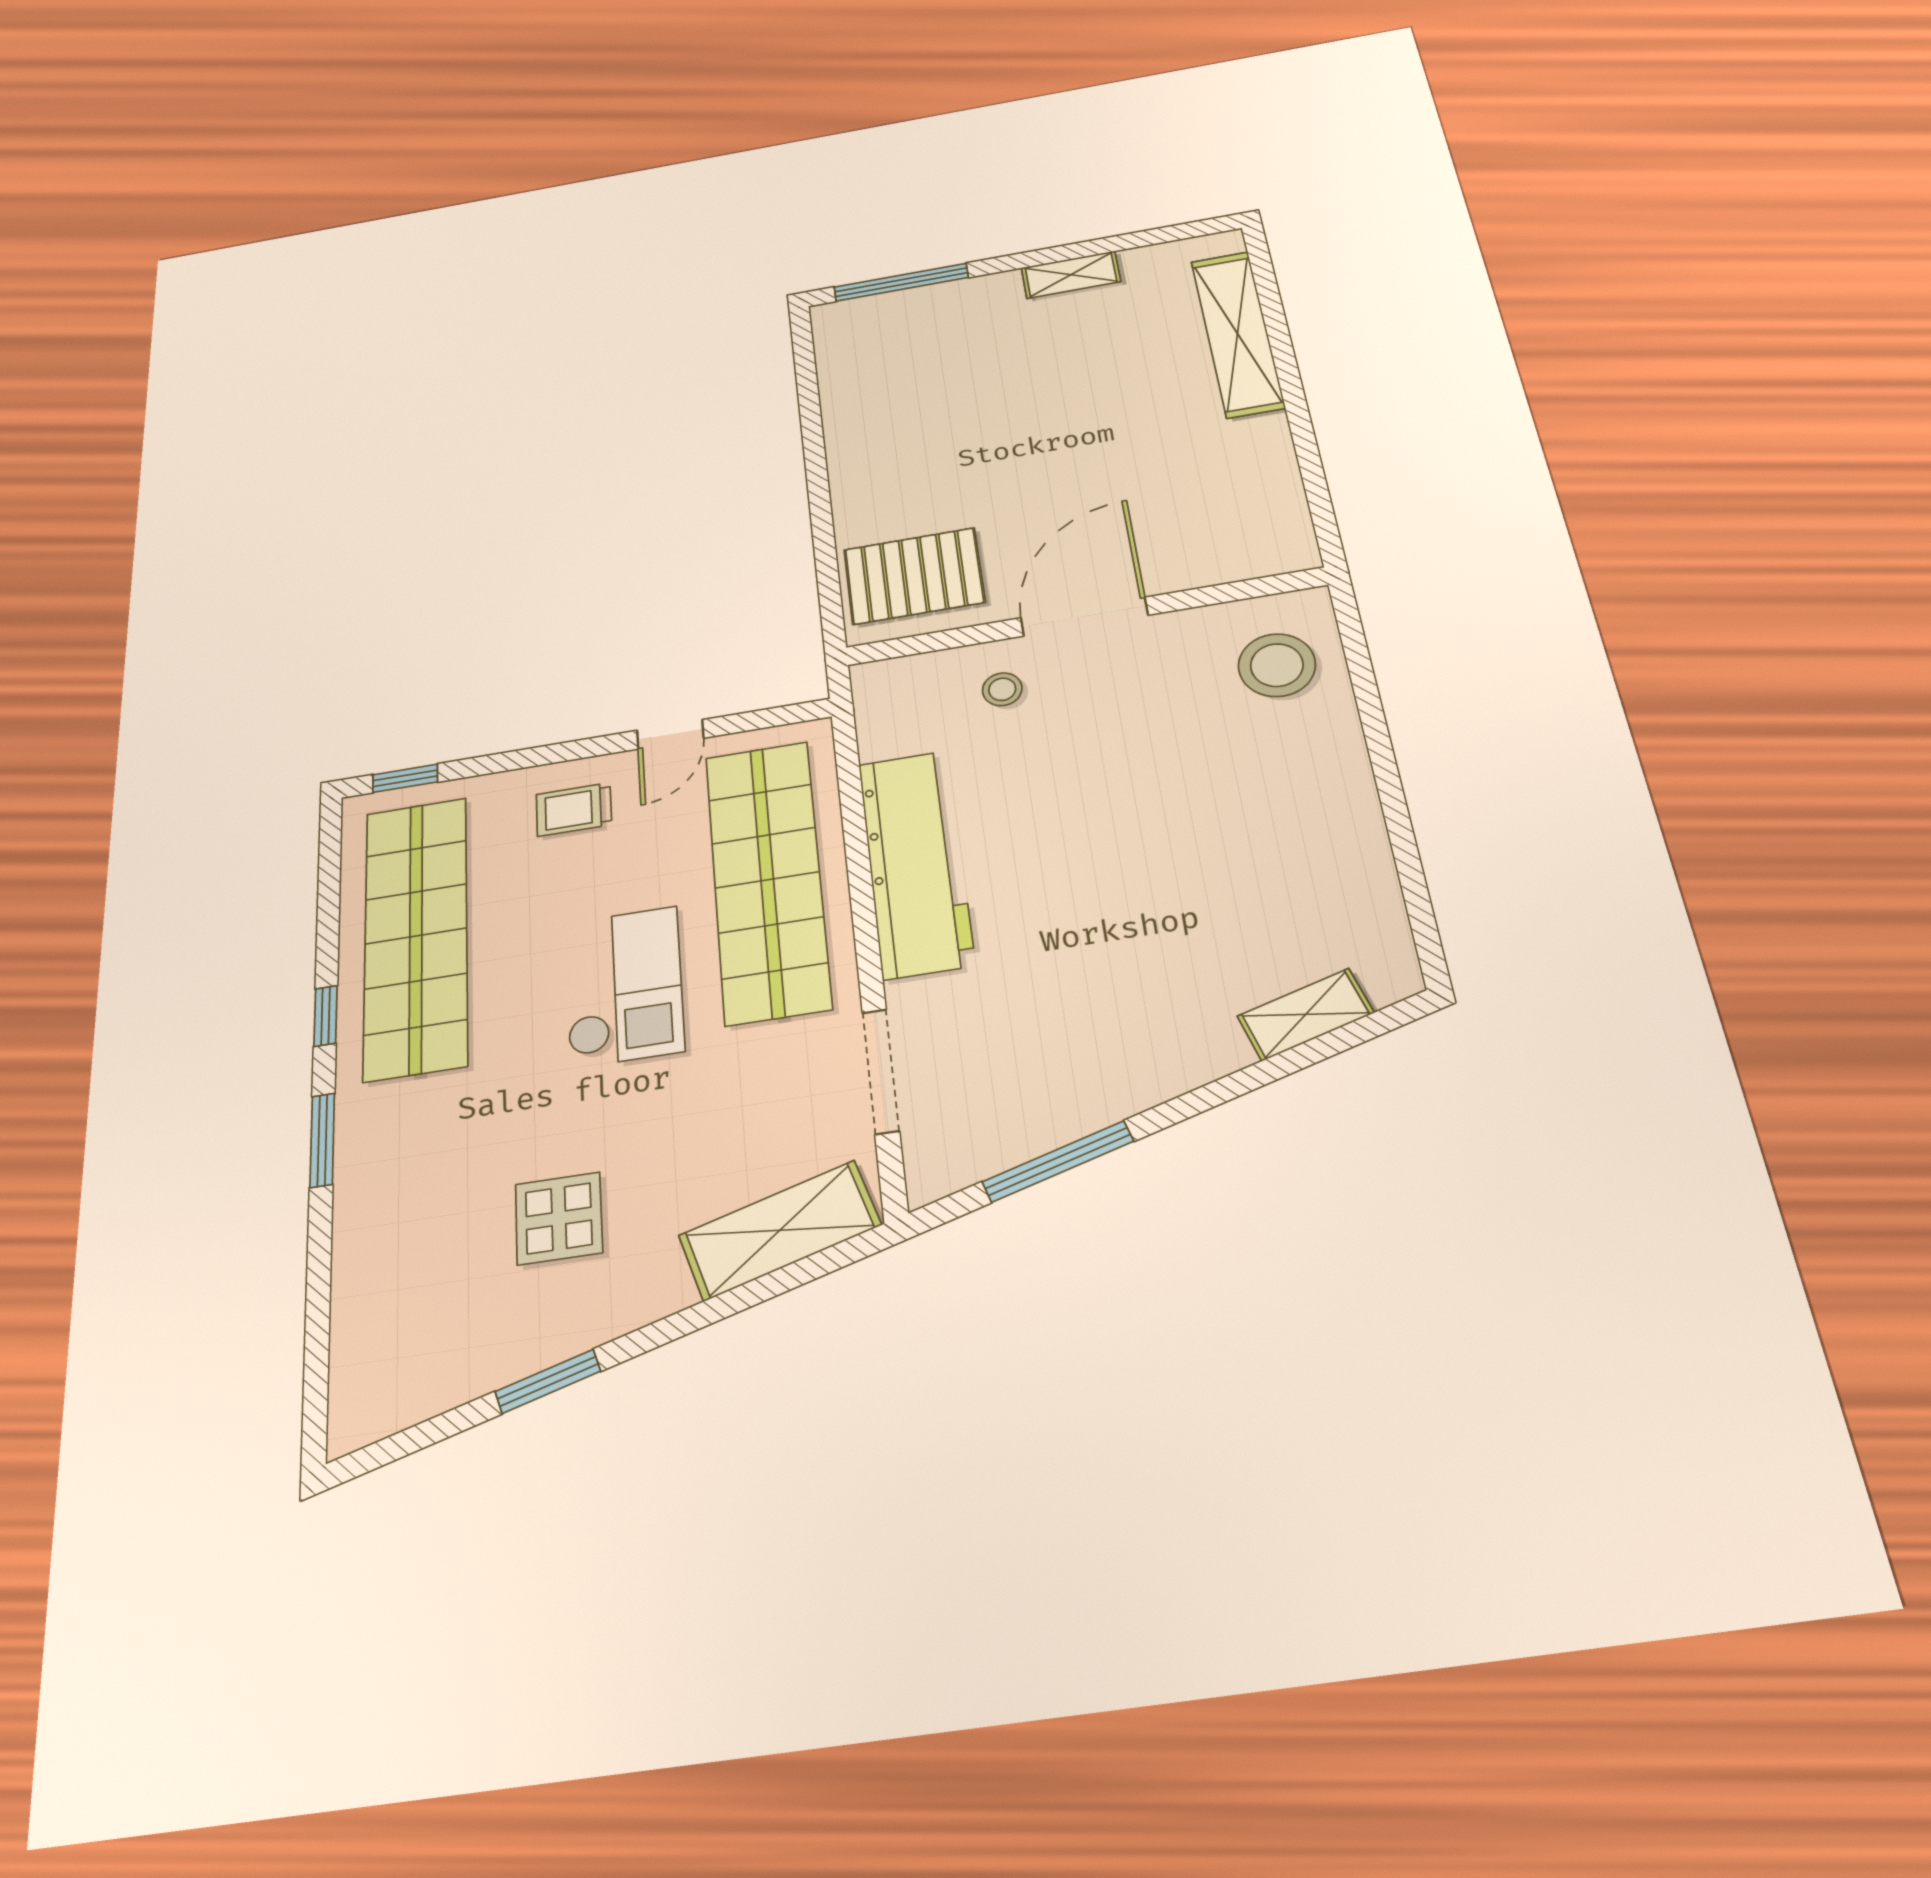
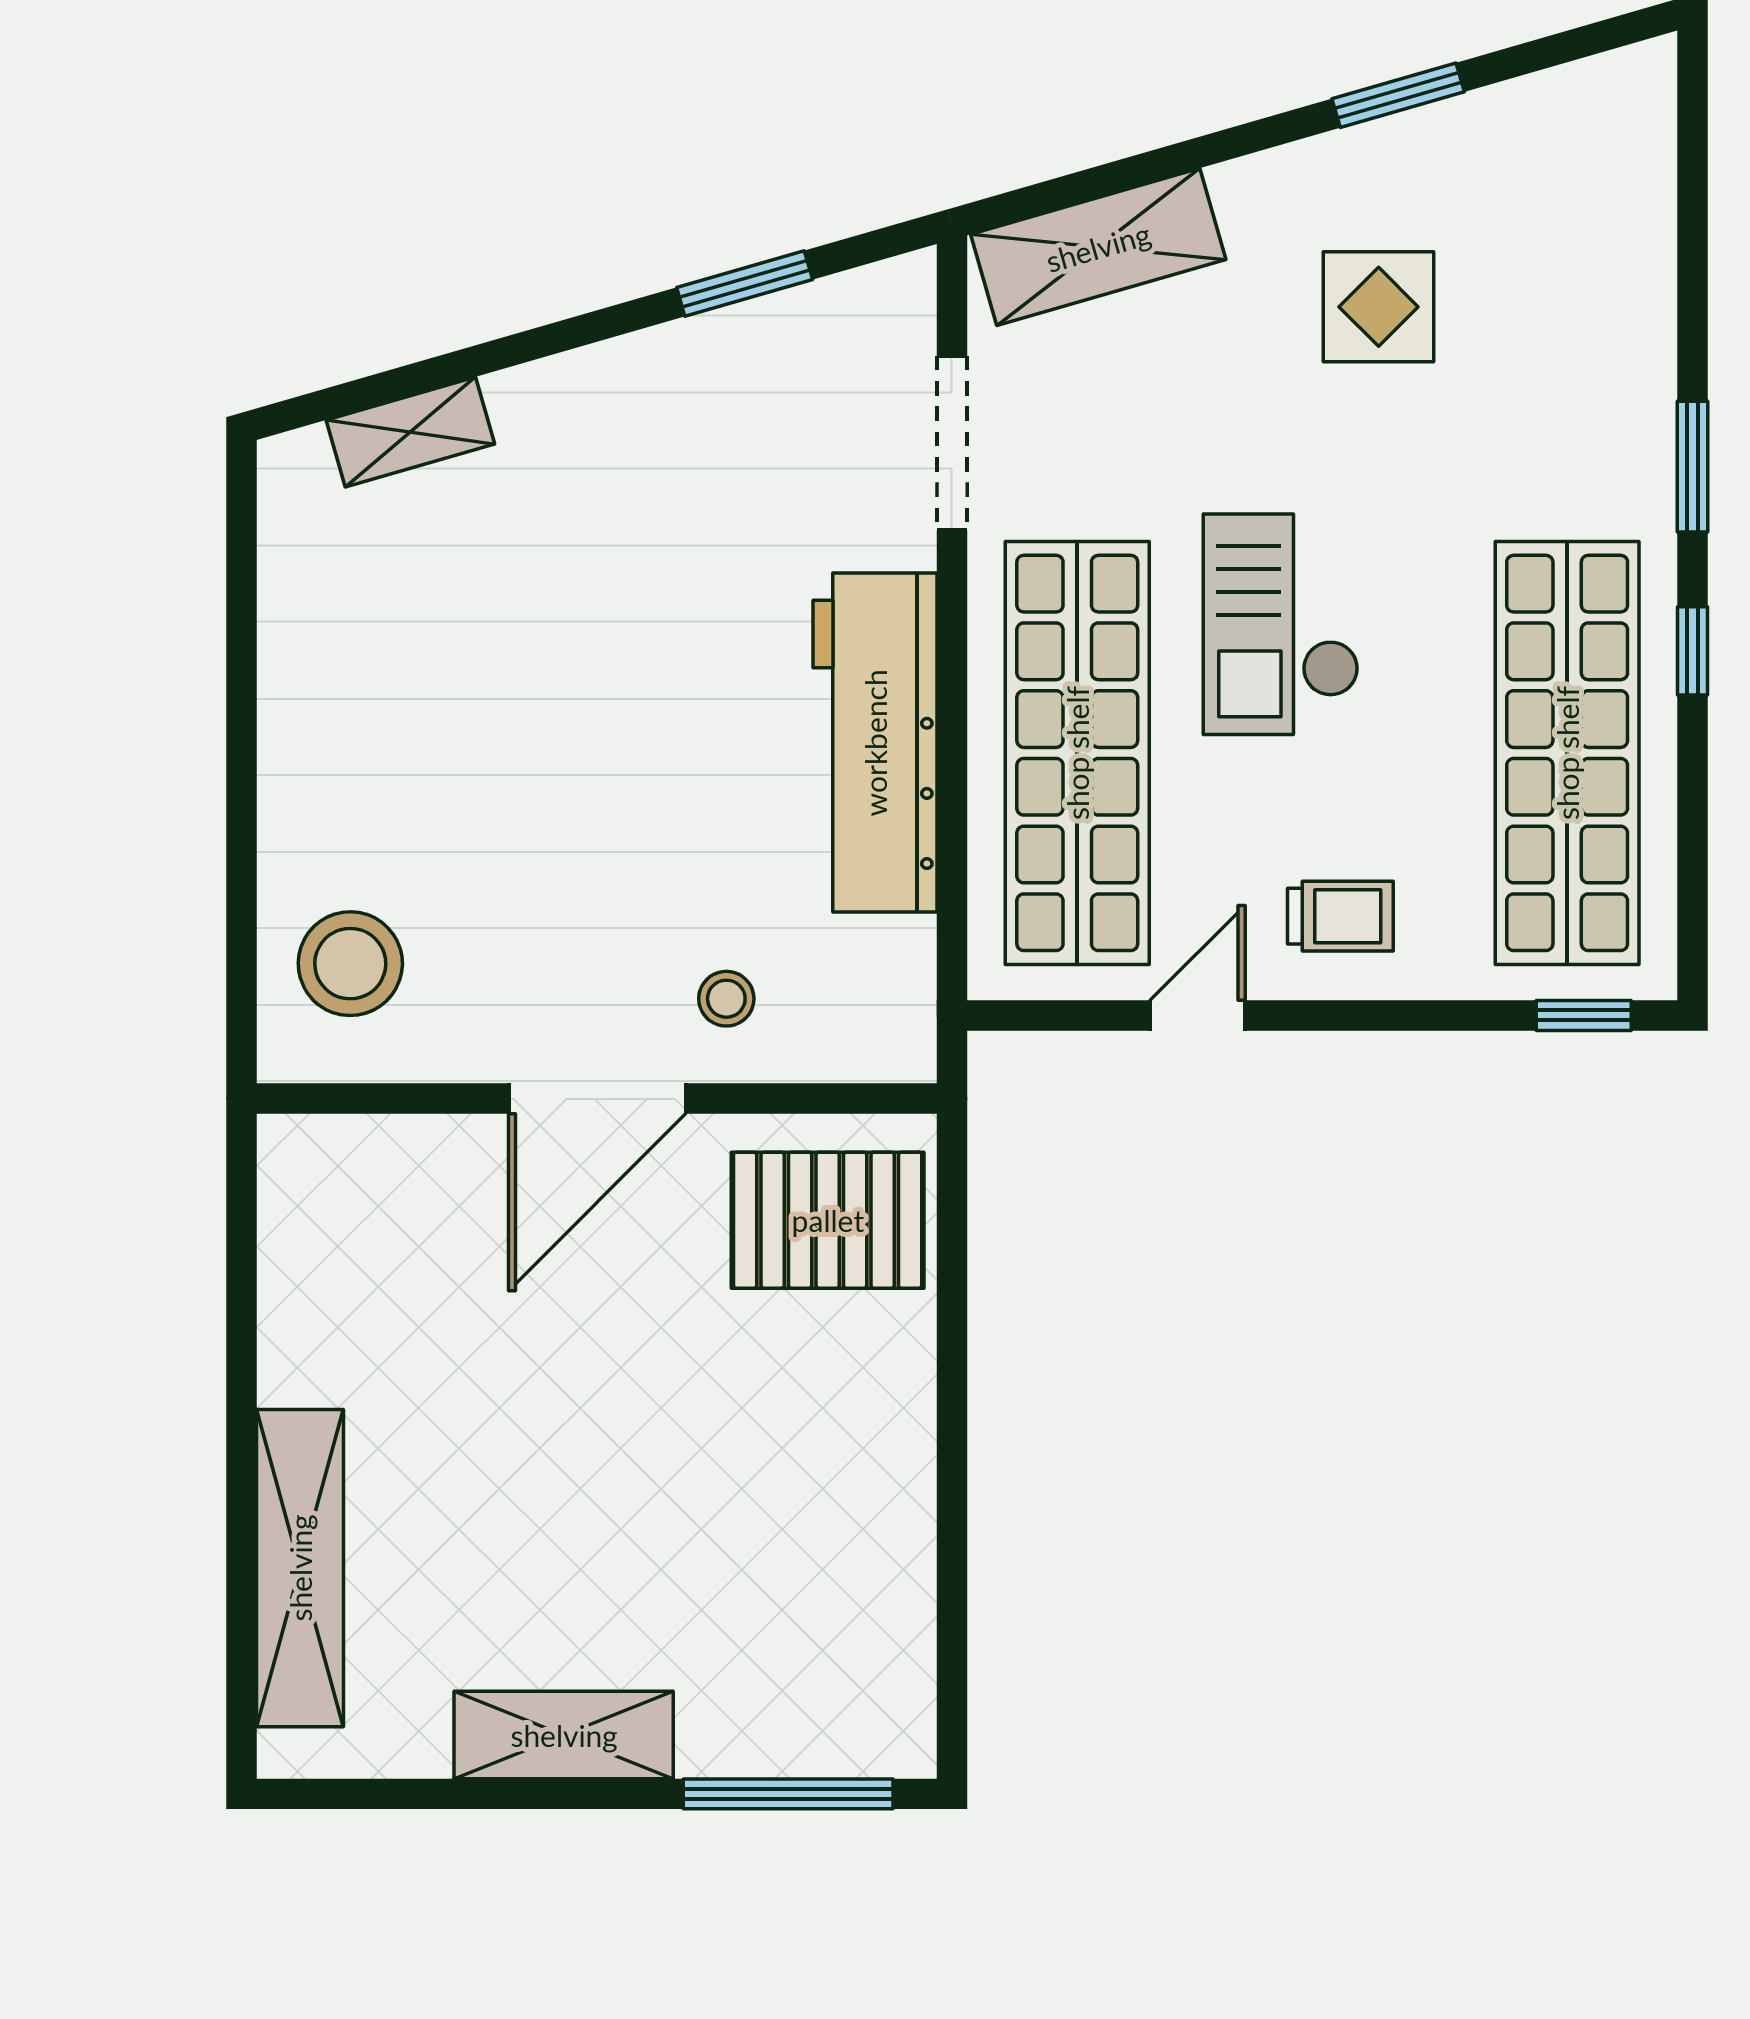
shelving: (1071, 275) -> (564, 1735), width x1.50, depth x1.33
window: (1058, 1161) -> (745, 284), width x0.69

